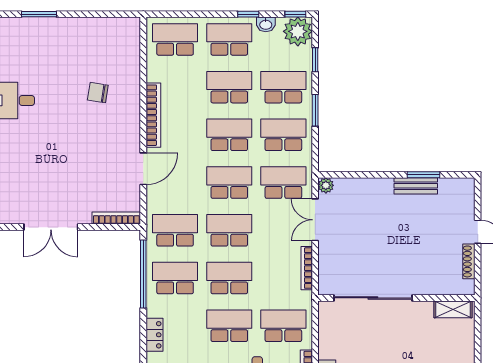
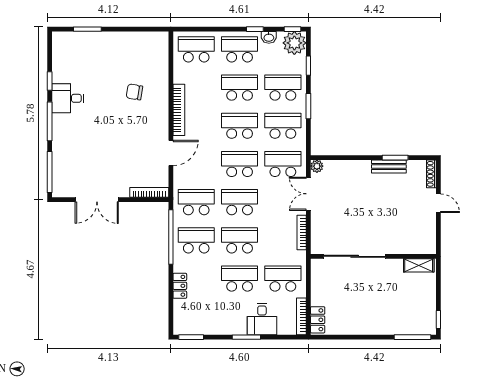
shoe rack: (469, 261) -> (431, 174), moved

